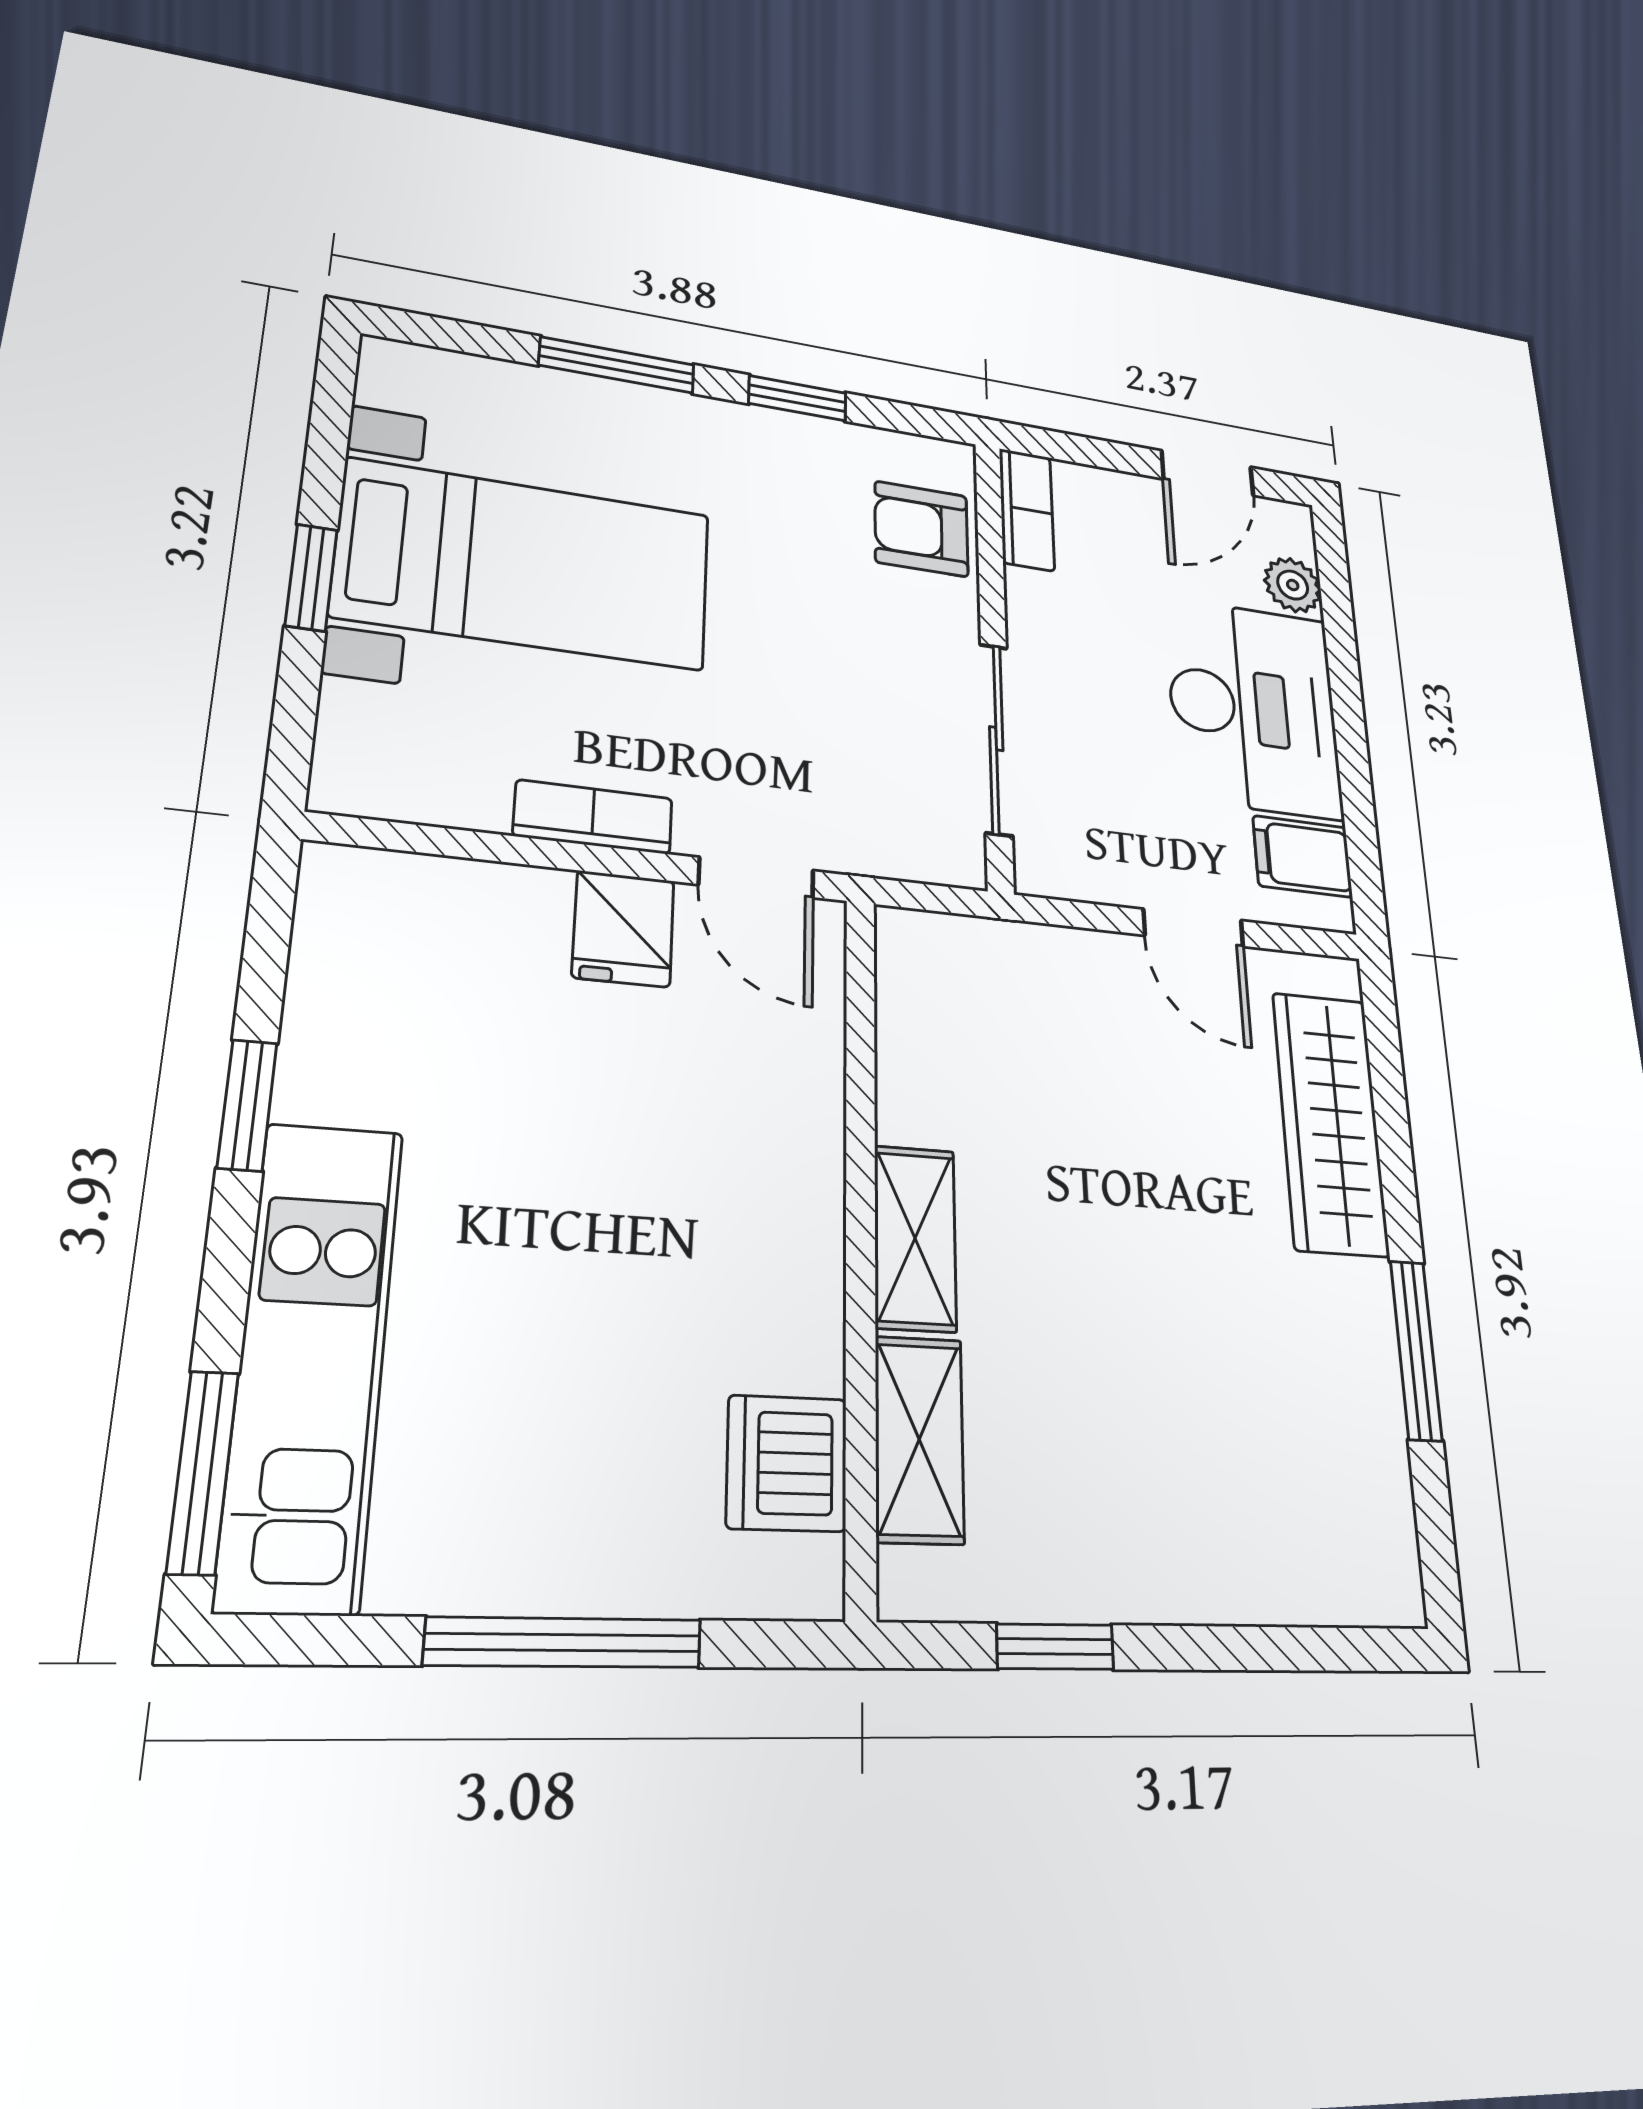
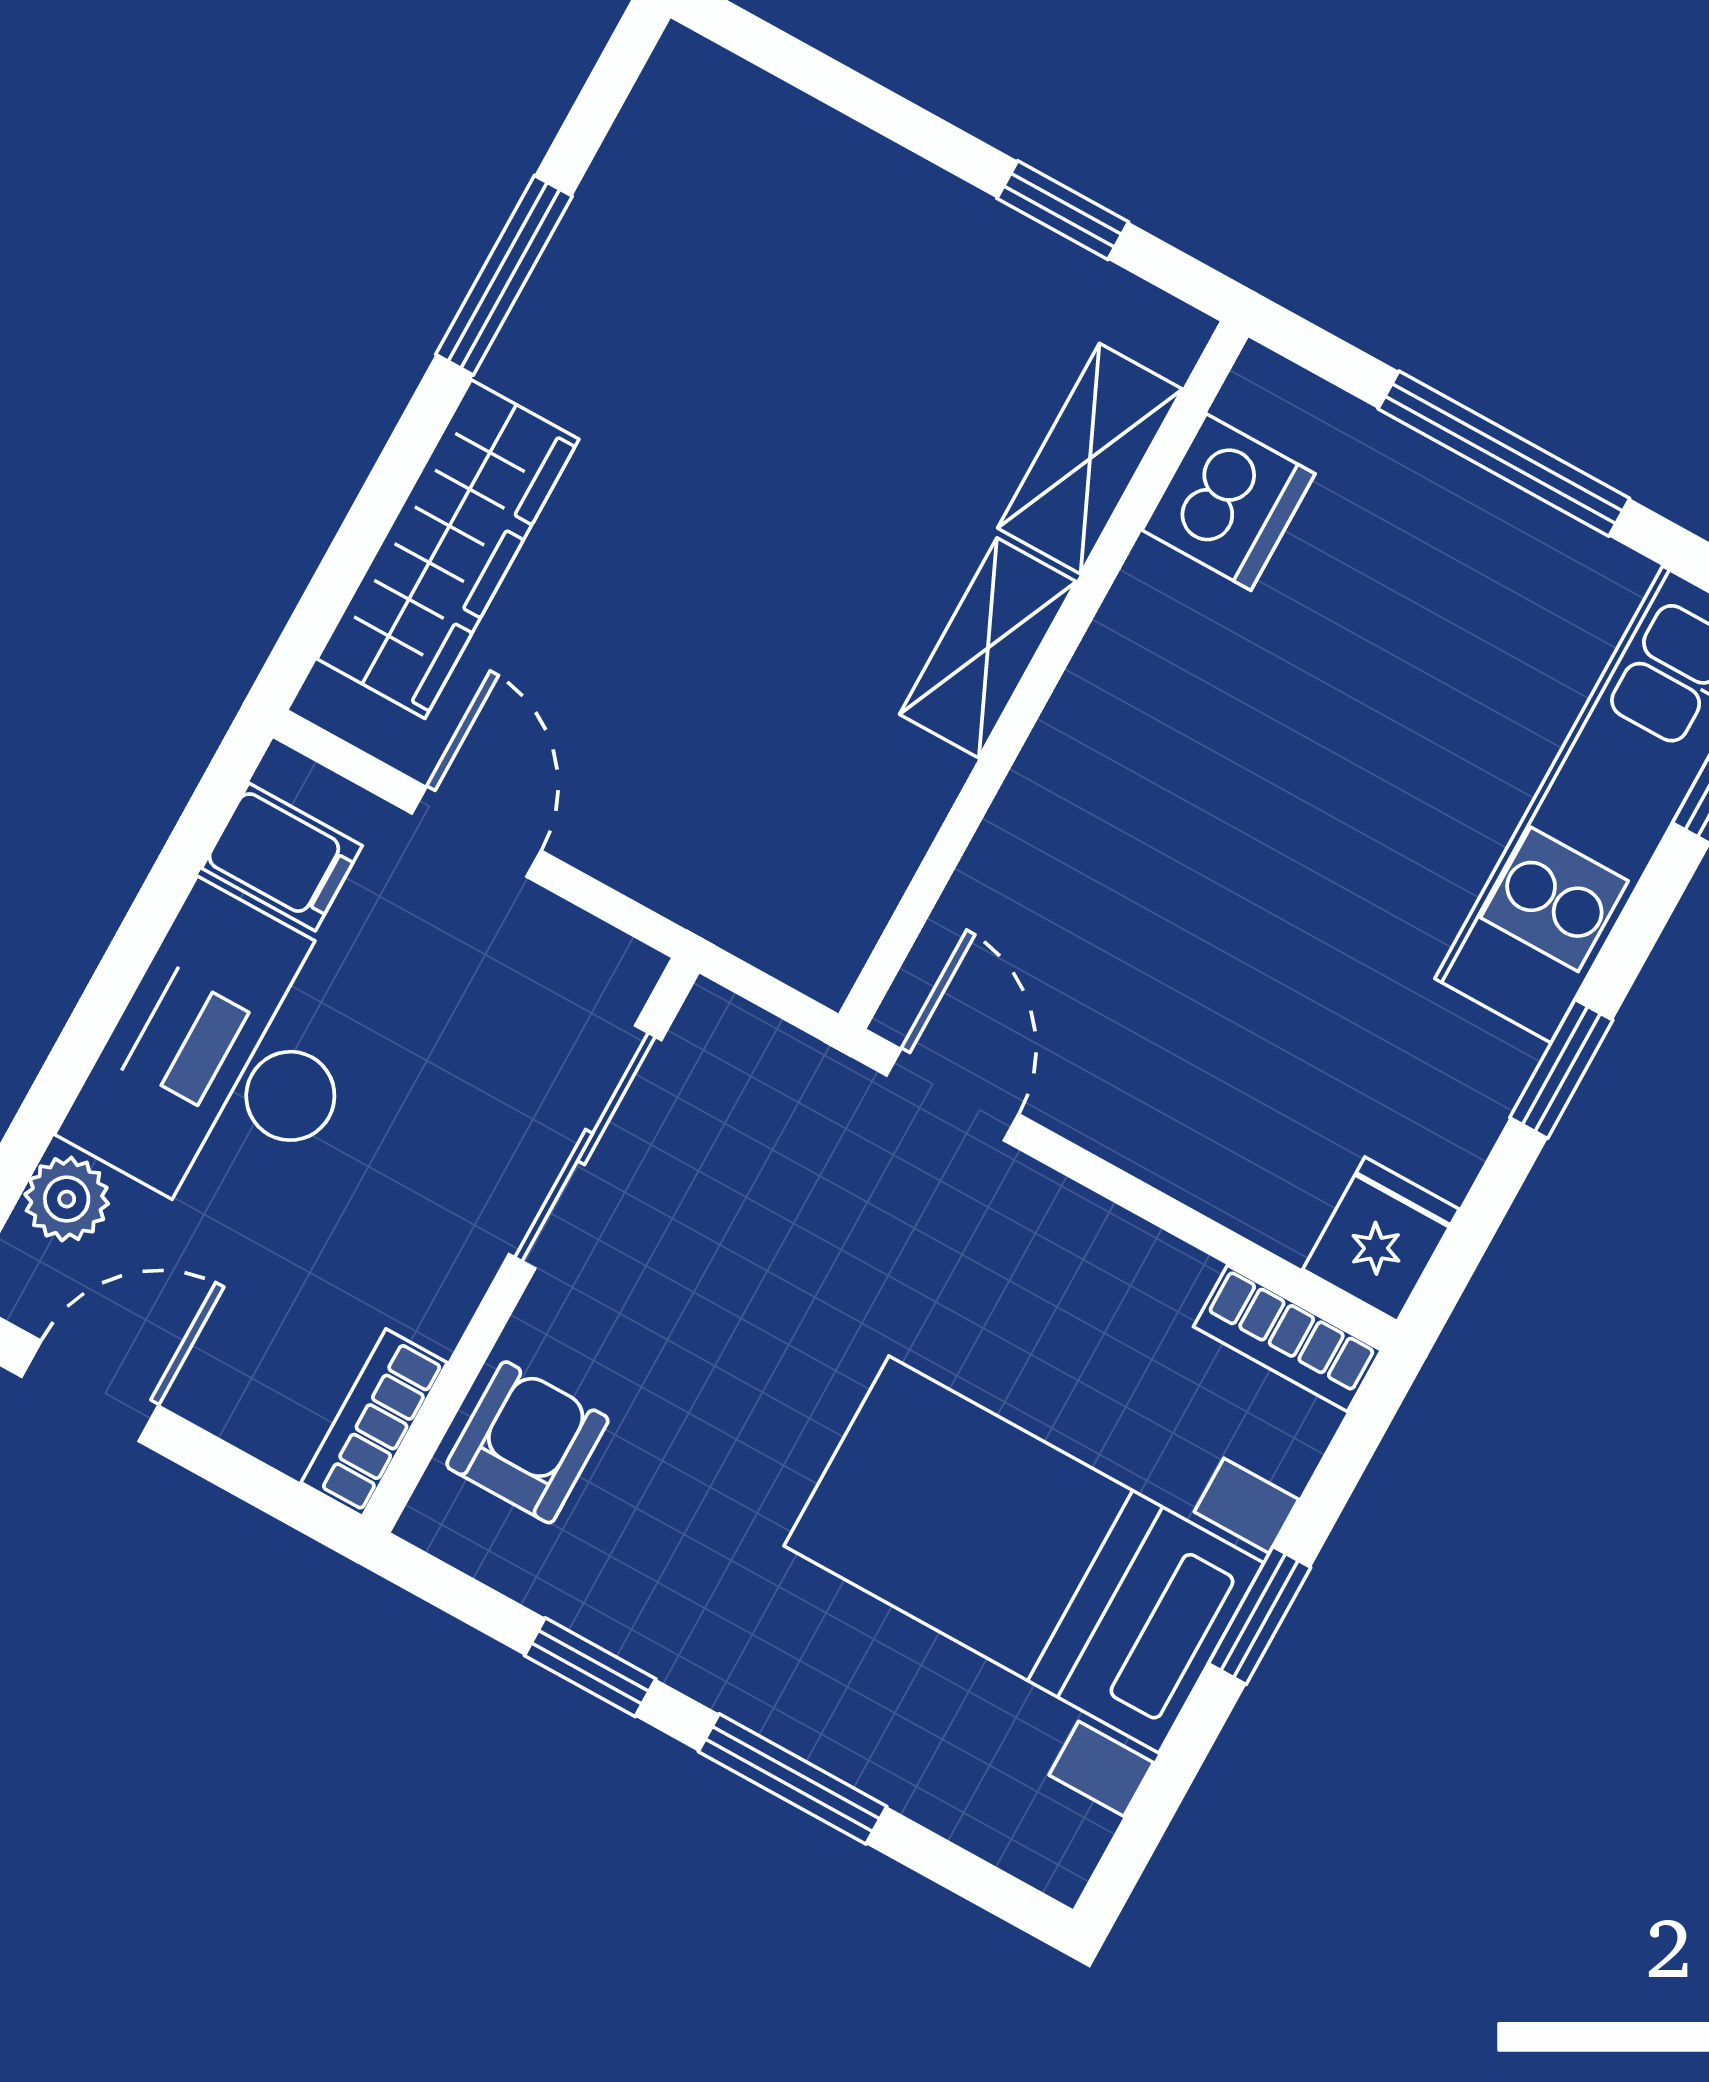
armchair: (921, 529) -> (527, 1442), turned -90
bookcase: (593, 817) -> (1287, 1338), moved
fridge: (623, 929) -> (1381, 1239), moved

